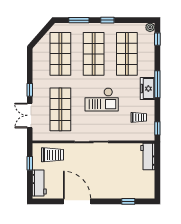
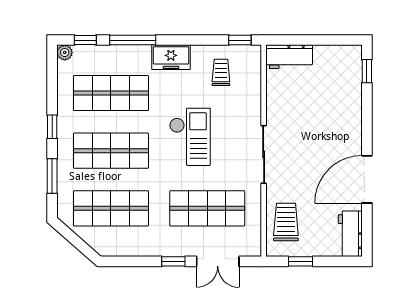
window: (157, 84) -> (133, 40), moved
workbench: (39, 183) -> (350, 234), moved, turned -90
window: (128, 201) -> (367, 71), moved

